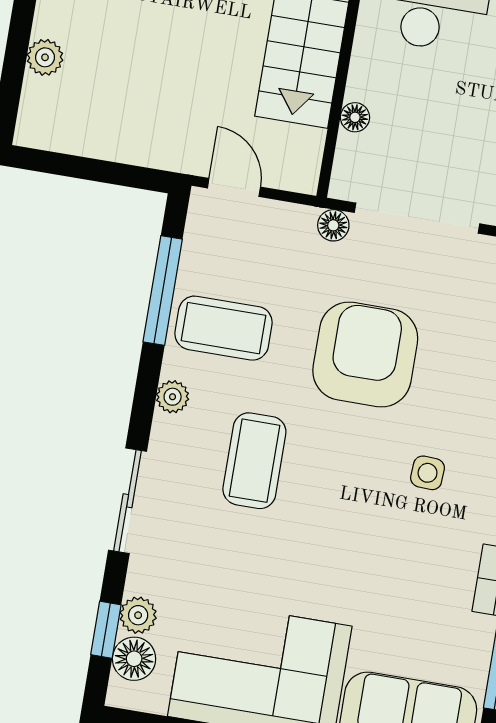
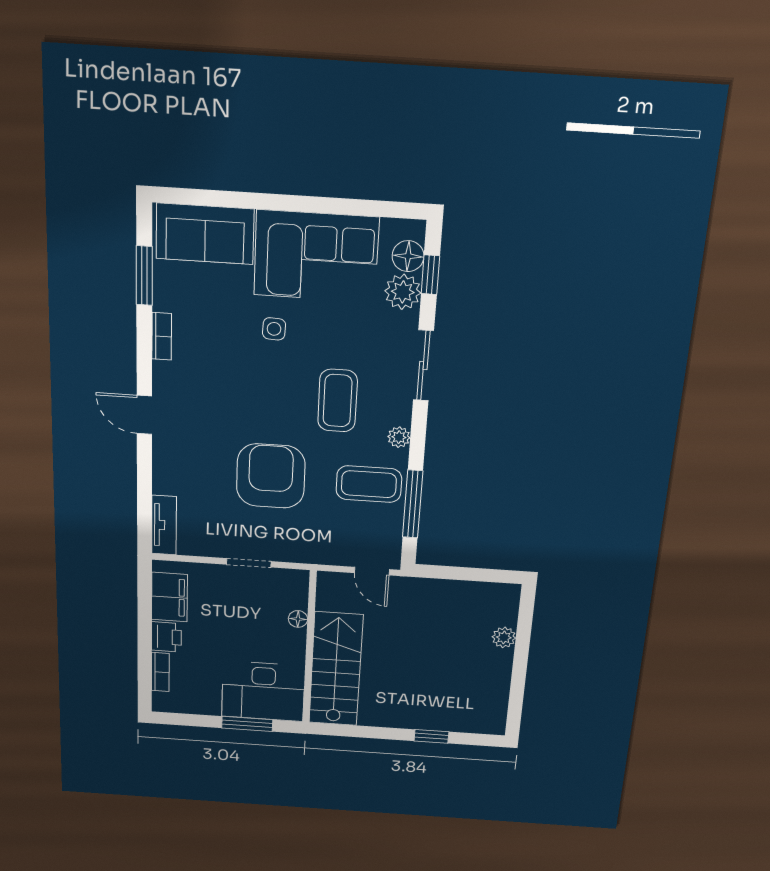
doorway: (417, 218) -> (249, 563), width x0.53
floor lamp: (333, 225) -> (303, 554), removed
armchair: (365, 355) -> (271, 476), turned 180
side table: (428, 473) -> (274, 329), moved
plant: (138, 615) -> (403, 292), width x1.38, depth x1.38

